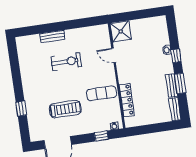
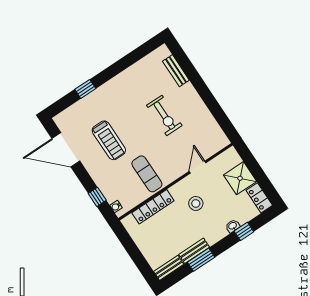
locker: (156, 22) -> (259, 198), added
shower: (121, 31) -> (240, 178), moved
bench: (52, 36) -> (176, 71), moved
window: (176, 56) -> (244, 231), moved
stool: (139, 69) -> (196, 203), added

